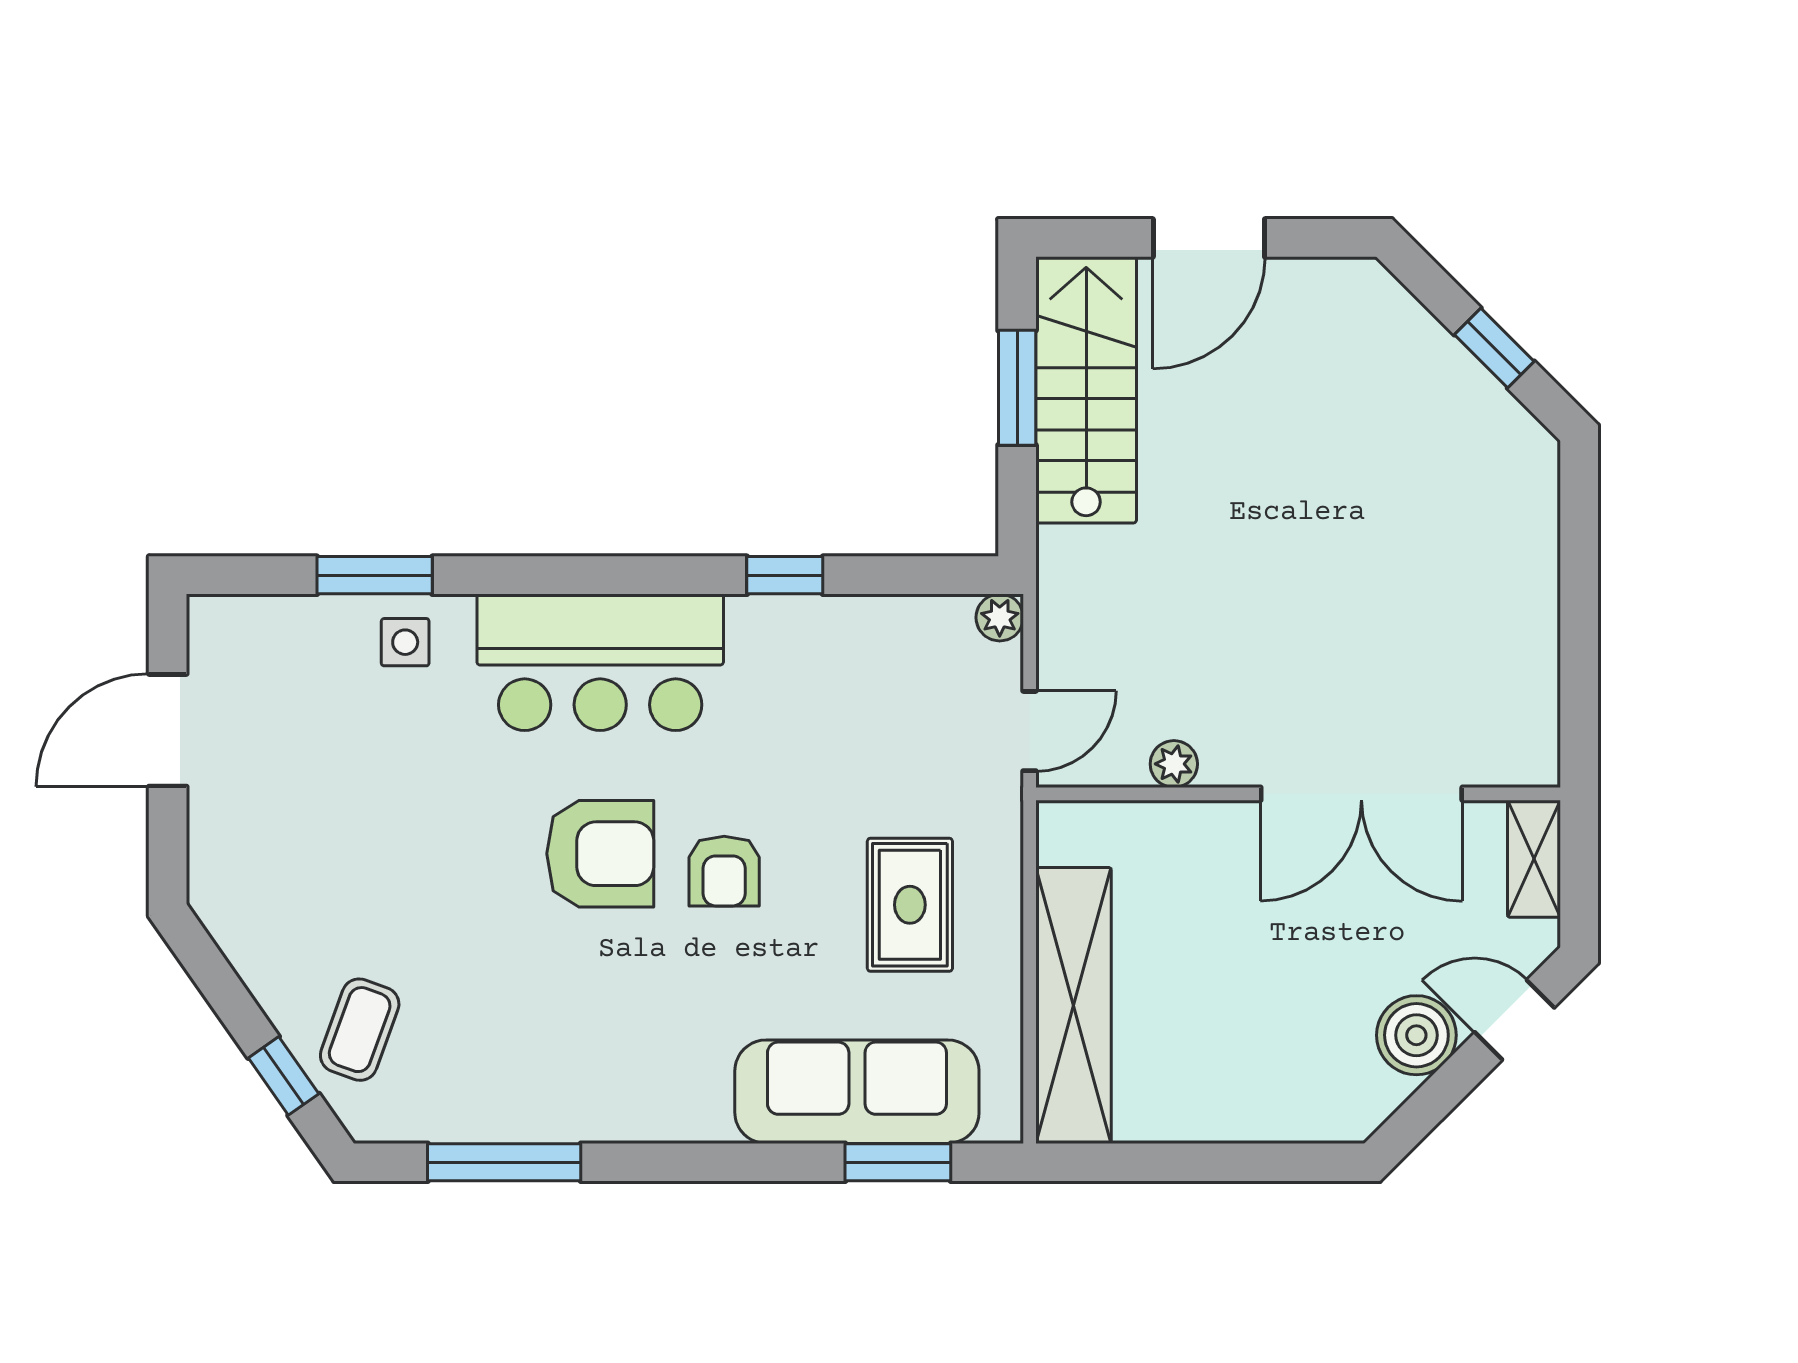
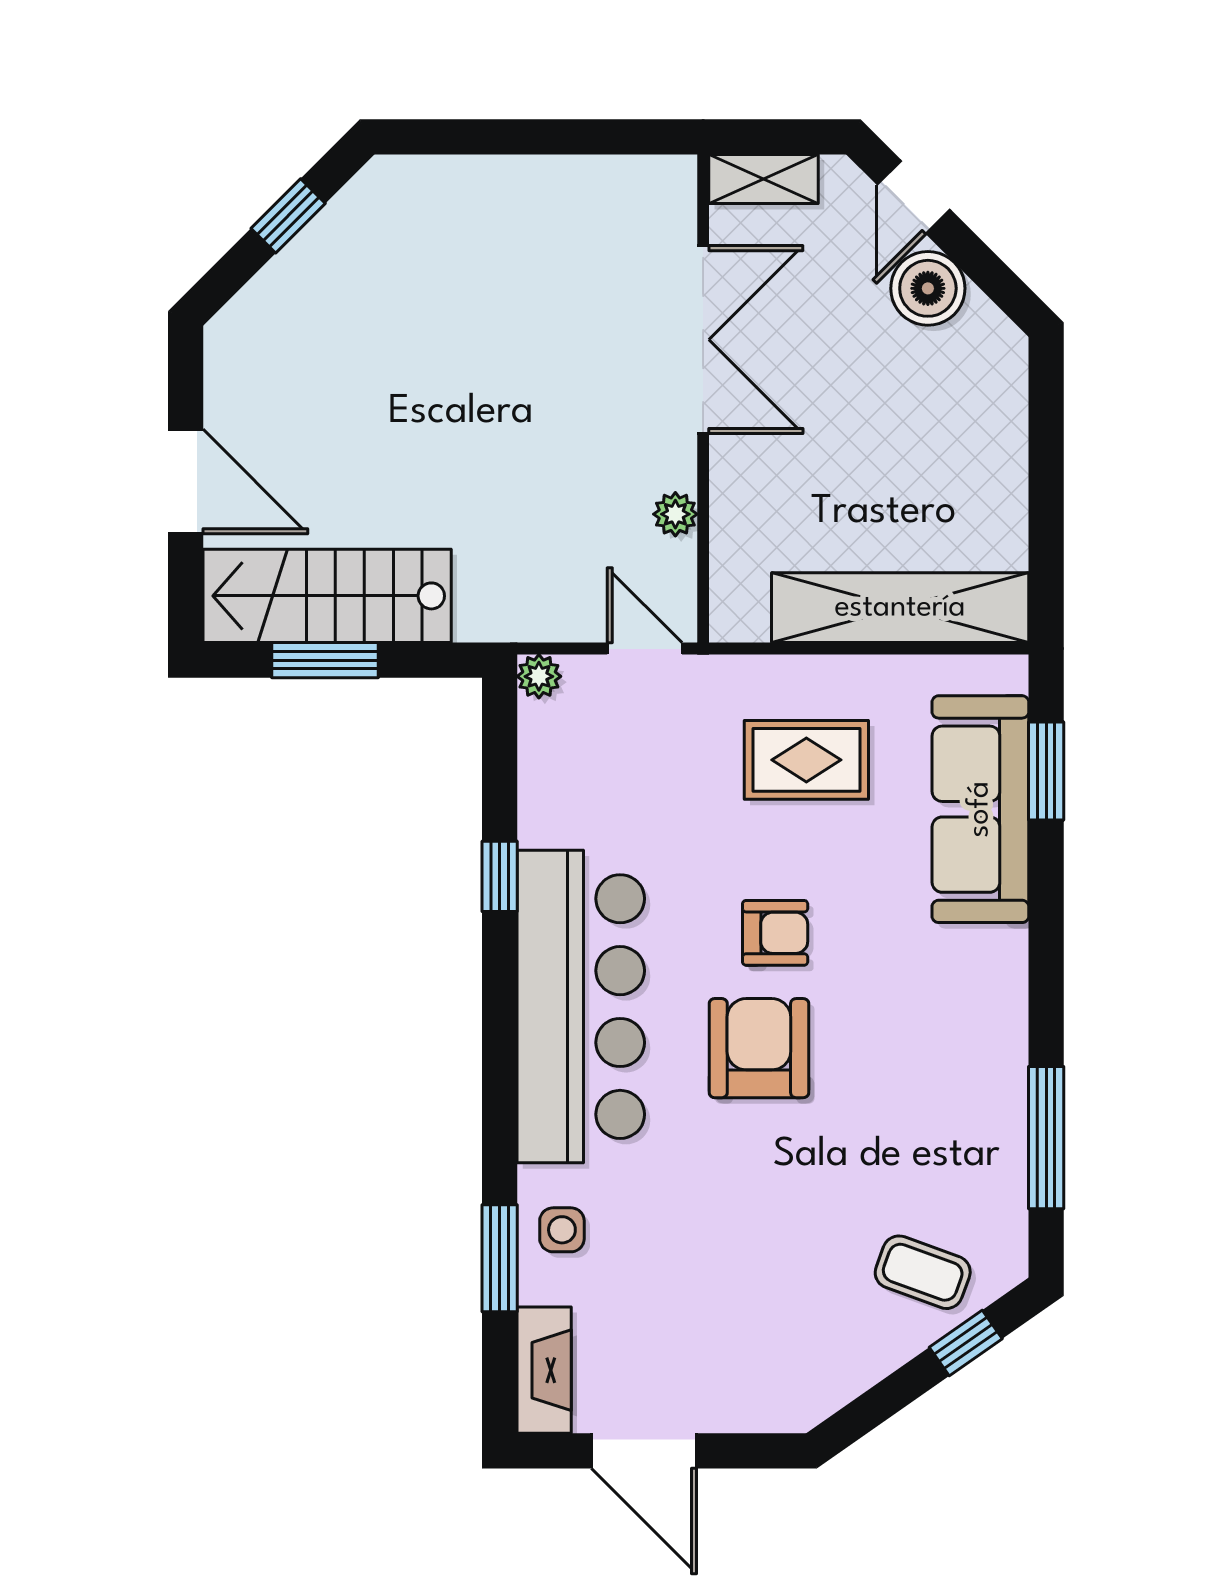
fireplace: (254, 623) -> (544, 1370), added
bar counter: (600, 662) -> (581, 1007), width x1.36

